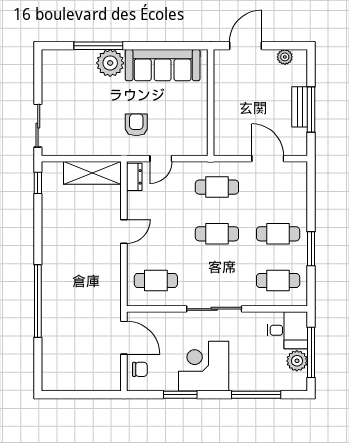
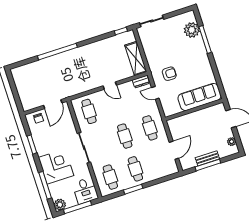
plant: (110, 63) -> (192, 30), moved
sofa: (163, 65) -> (200, 97), moved, turned 90
plant: (297, 361) -> (60, 205), moved
corner desk: (204, 366) -> (56, 166), moved

